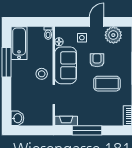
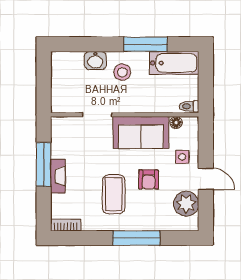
armchair: (97, 60) -> (149, 179), turned 90
stool: (42, 74) -> (122, 72), moved
washbasin: (17, 118) -> (95, 61), moved
fireplace: (66, 121) -> (58, 176), moved

